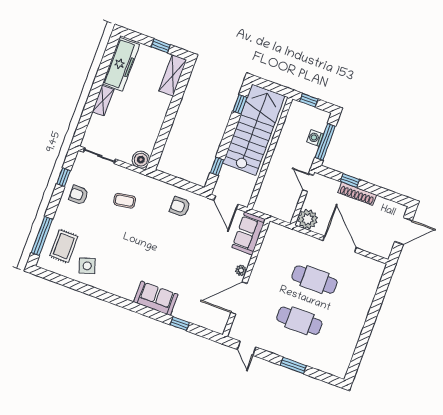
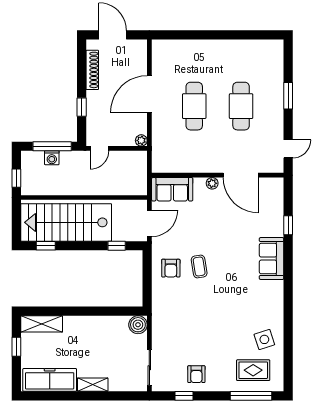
shoe rack: (357, 194) -> (92, 70), moved
coffee table: (125, 201) -> (199, 267), moved
plant: (308, 219) -> (141, 140), width x0.53, depth x0.53

